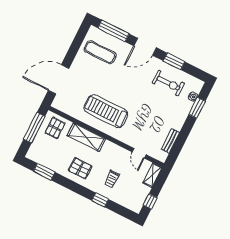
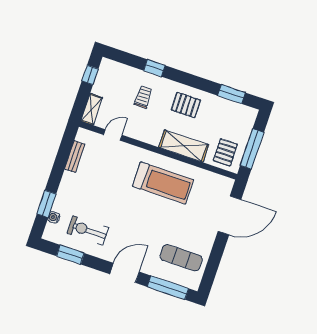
window: (174, 61) -> (70, 255), moved
door: (139, 153) -> (113, 135), hinge flipped

